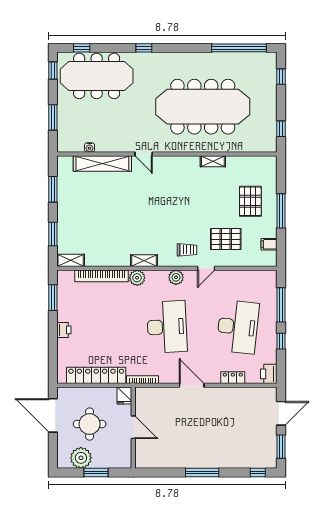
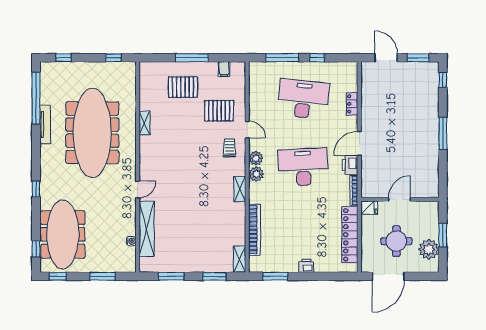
tv unit: (211, 57) -> (45, 124), added
pallet: (226, 239) -> (219, 111), turned 90
plant: (137, 278) -> (256, 174), moved
printer: (269, 374) -> (350, 165), moved, turned 90

